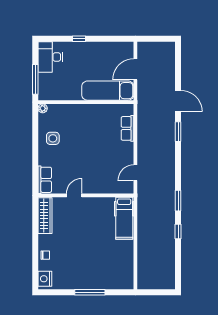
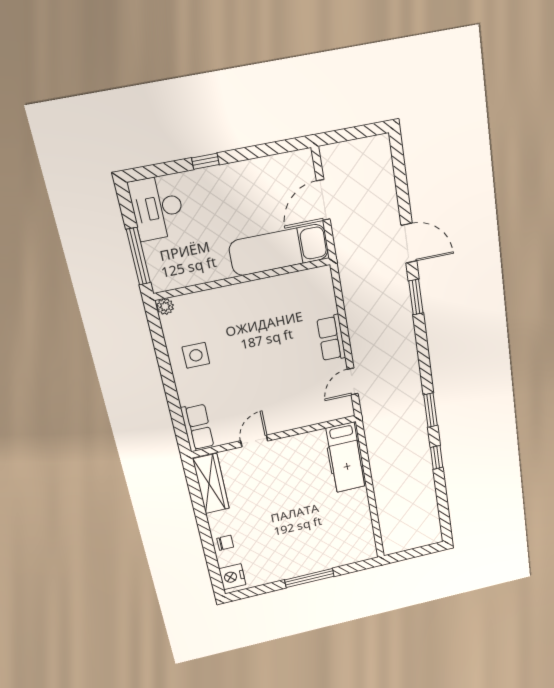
row of seats: (128, 128) -> (331, 338), moved

